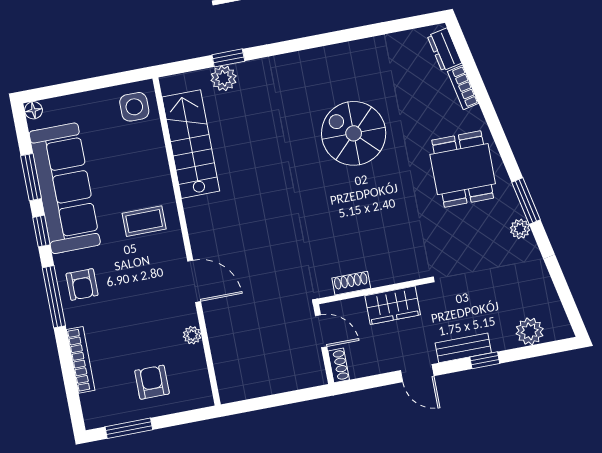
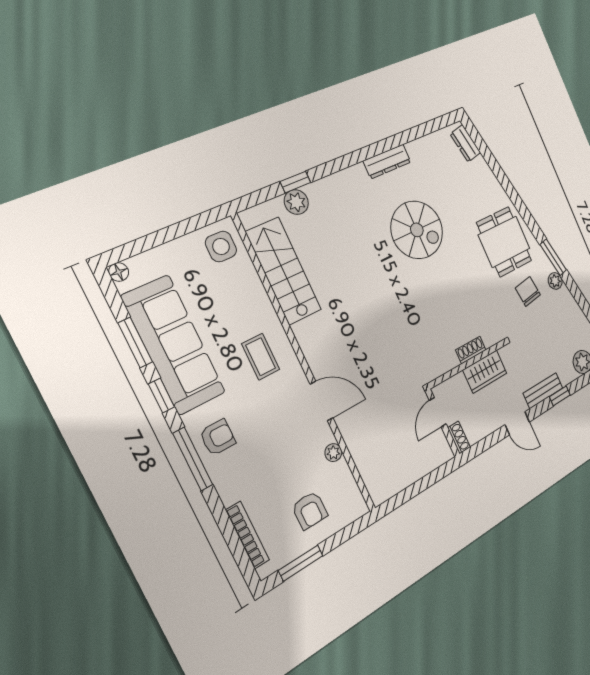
dresser: (339, 54) -> (387, 161), added
bookcase: (463, 87) -> (487, 173), removed
spiral stairs: (354, 133) -> (417, 230), turned 180
coffee table: (144, 221) -> (261, 357), turned 90
chair: (478, 232) -> (528, 291), added
shoe rack: (351, 283) -> (471, 350), moved
armchair: (82, 284) -> (218, 437), turned -90
door: (321, 331) -> (438, 412), swing flipped
bookcase: (81, 360) -> (247, 535), moved
armchair: (152, 382) -> (310, 510), turned 180

